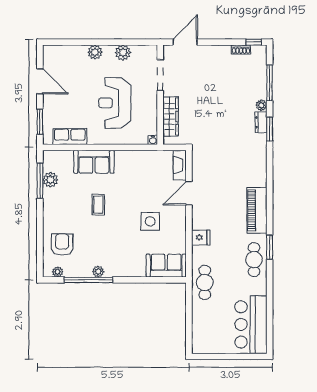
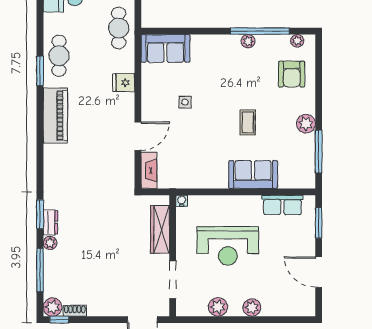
plant: (259, 52) -> (53, 307), added
reception desk: (115, 103) -> (228, 246), turned 90
plant: (50, 180) -> (306, 124), moved
side table: (150, 221) -> (185, 102), width x0.54, depth x0.54

